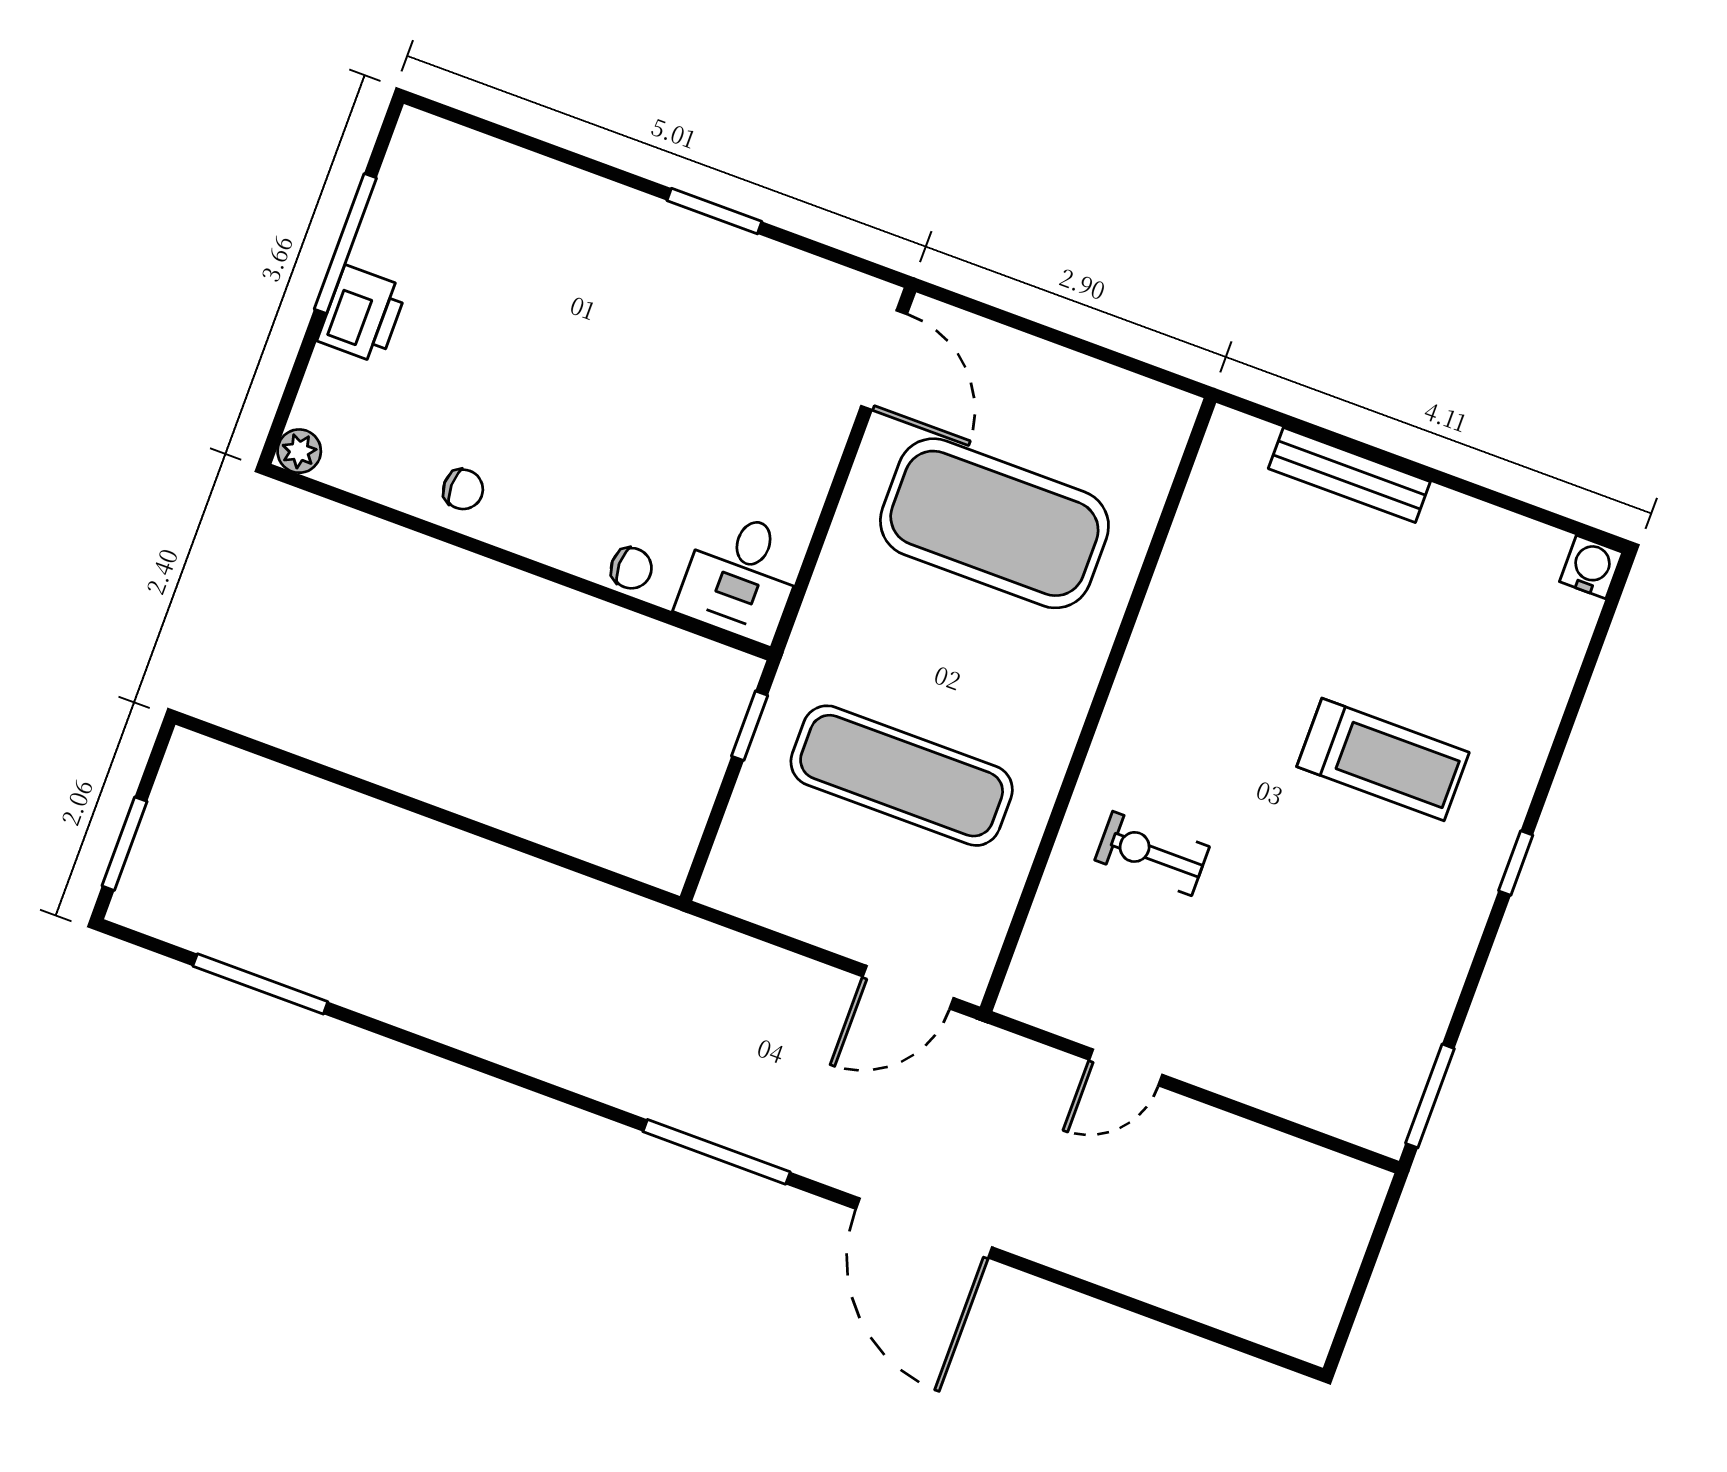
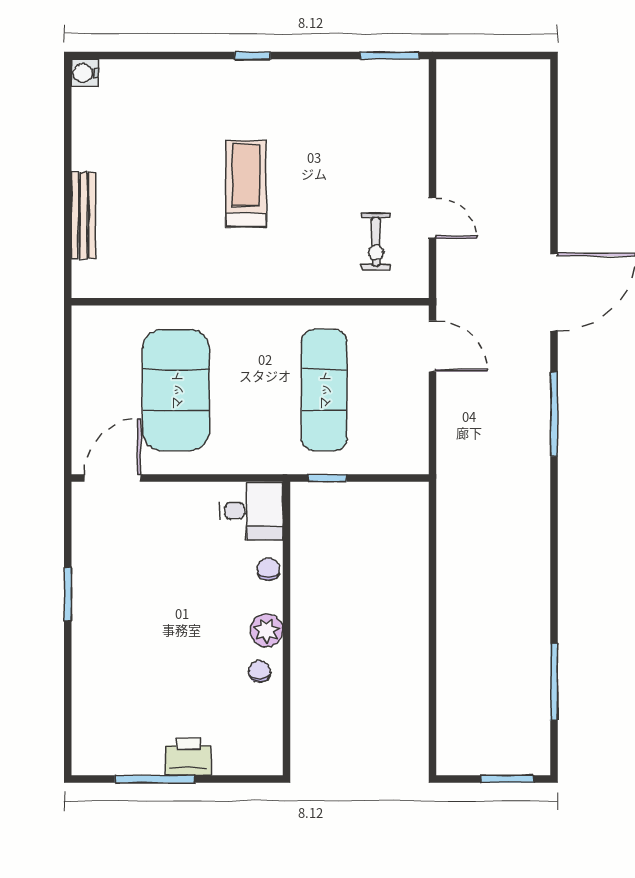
plant: (299, 451) -> (266, 630), moved, width x1.38, depth x1.38
treadmill: (1383, 759) -> (246, 184), moved
exercise bike: (1152, 853) -> (376, 242), moved

